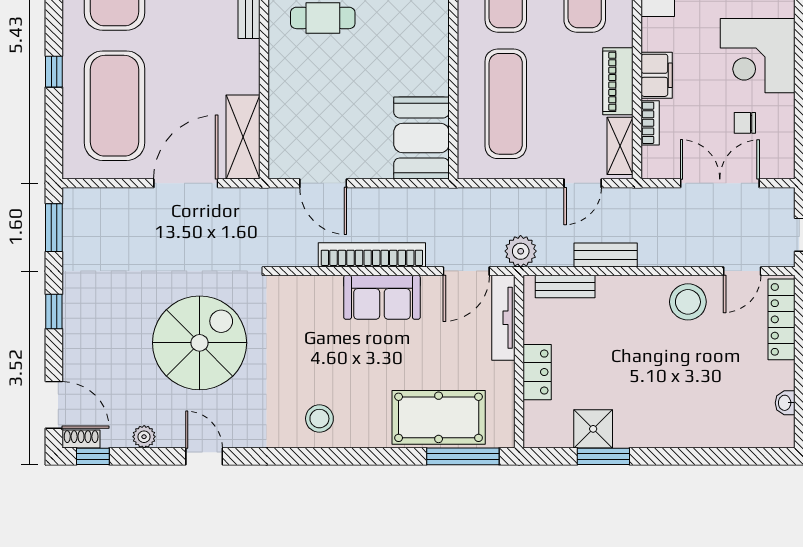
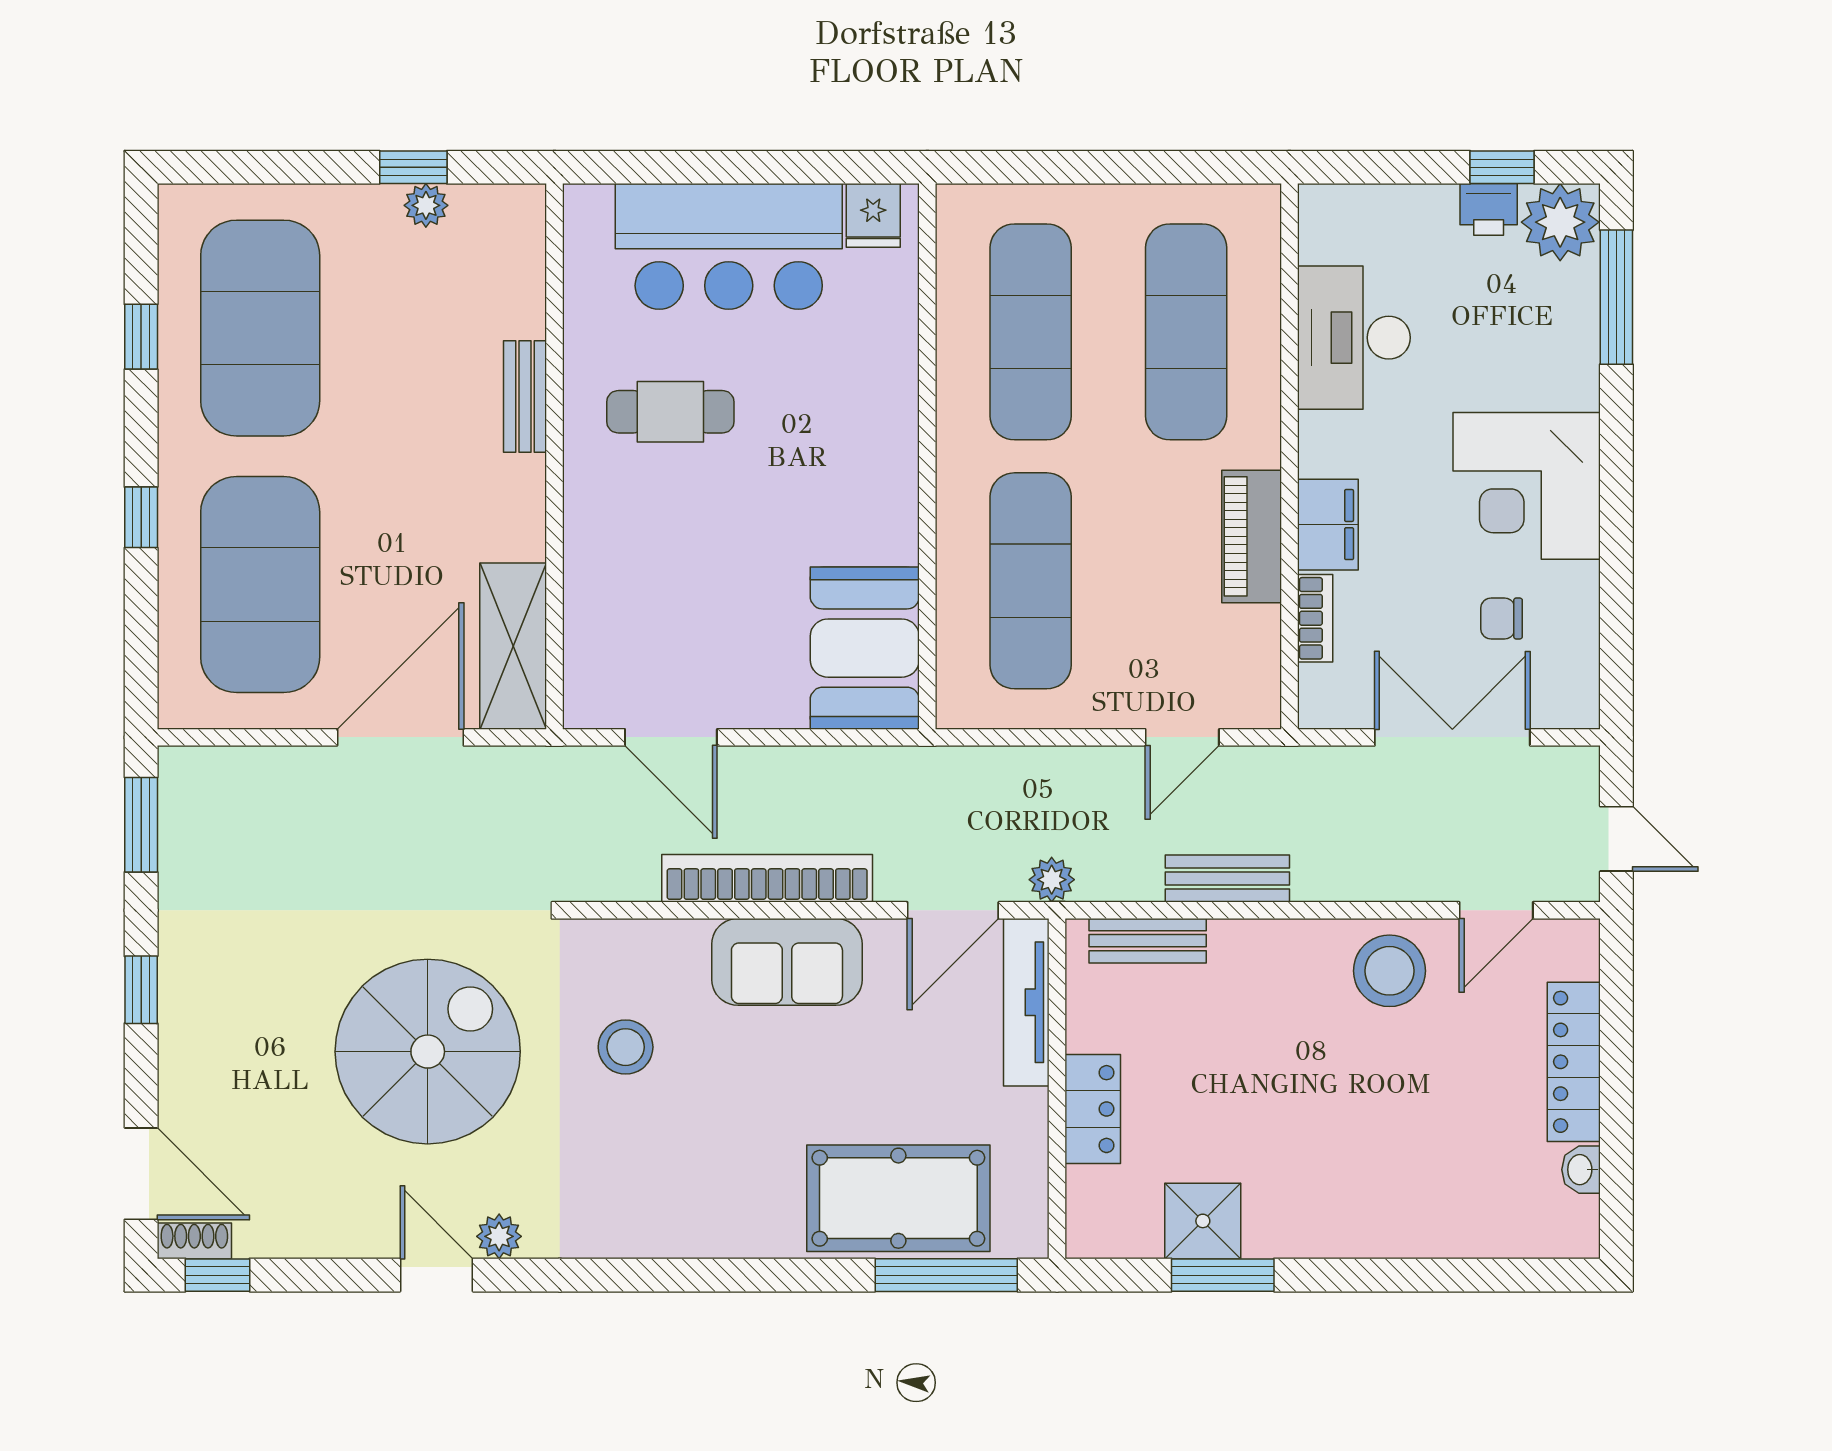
shelving: (620, 146) -> (1256, 664), removed
plant: (521, 251) -> (1052, 880), width x0.73, depth x0.73
locker: (782, 319) -> (1574, 1062), moved
stool: (319, 419) -> (626, 1047), moved
plant: (144, 437) -> (499, 1236), moved

